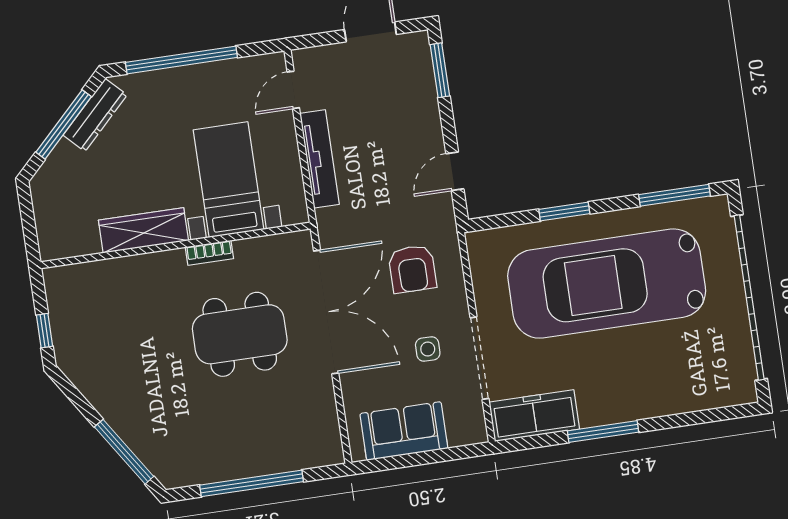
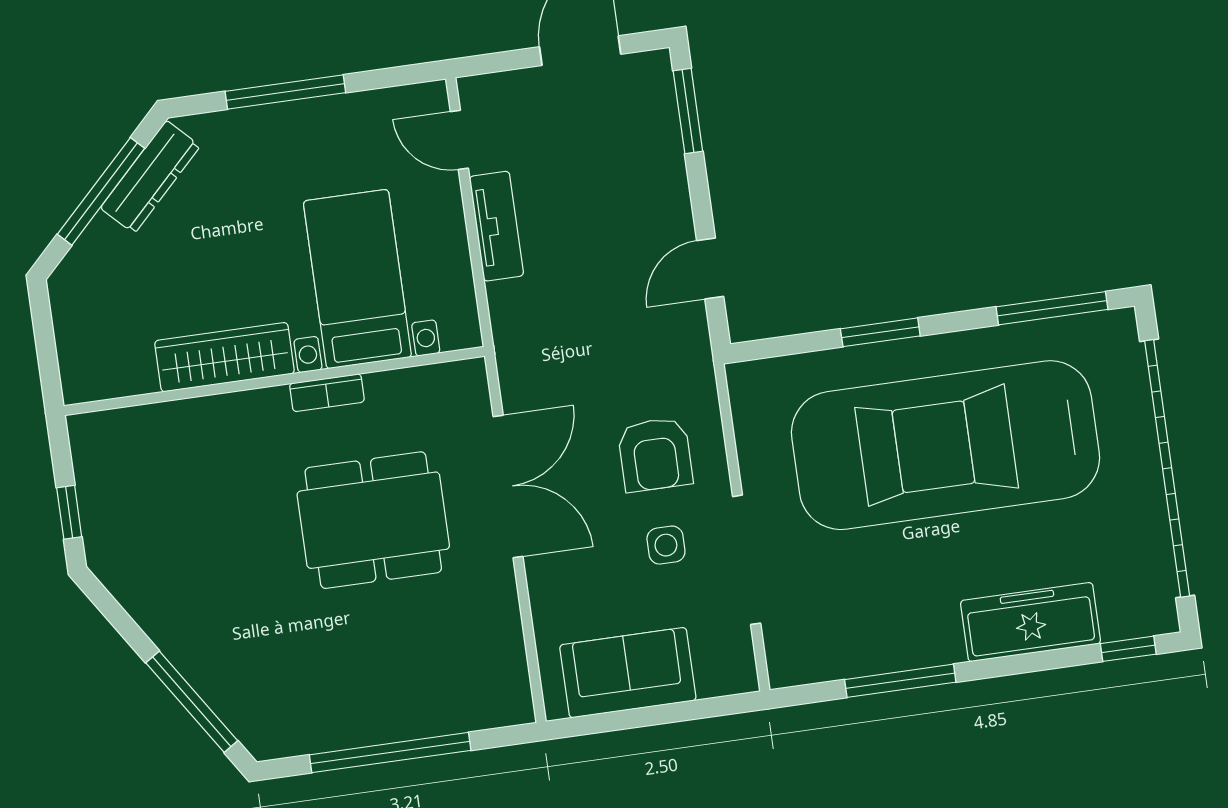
window: (181, 60) -> (285, 92), width x0.68
door: (293, 90) -> (459, 140), hinge flipped
tv unit: (320, 159) -> (496, 226), width x0.71
armchair: (412, 269) -> (655, 454), moved
double door: (326, 312) -> (508, 486), width x0.73
window: (725, 413) -> (1128, 649), added
freezer: (534, 416) -> (1030, 622), moved
window: (603, 431) -> (900, 681), moved

